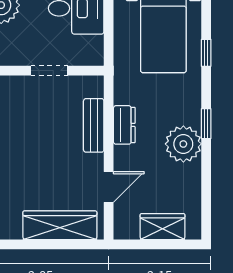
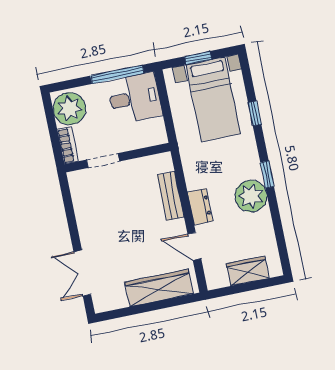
doorway: (49, 71) -> (103, 161), moved
dresser: (124, 125) -> (200, 207), moved
door: (109, 187) -> (194, 246), swing flipped

